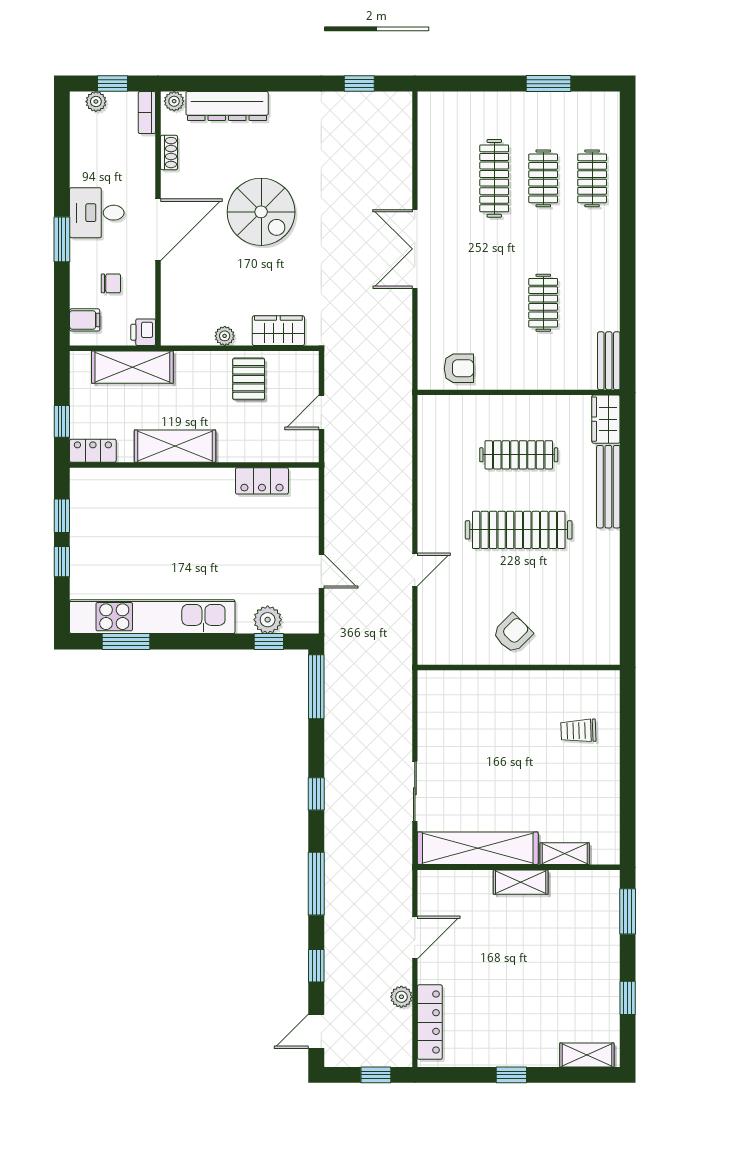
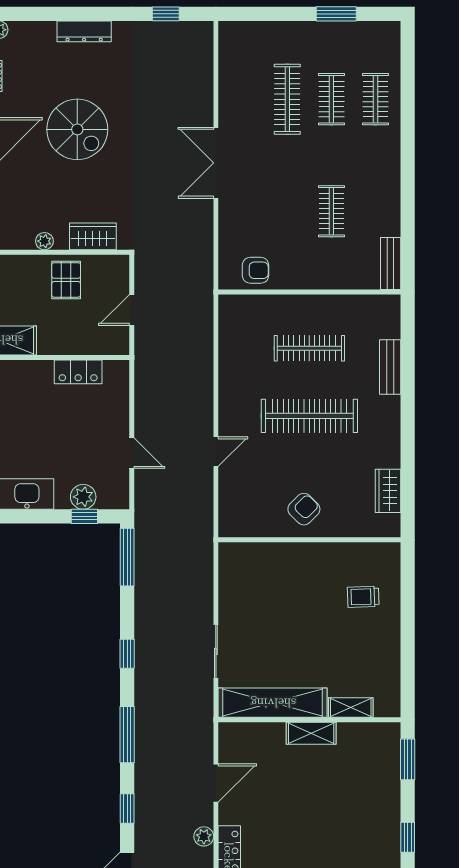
dresser: (227, 106) -> (84, 31), moved, width x0.73, depth x0.80
wardrobe: (606, 419) -> (388, 491), moved
bench: (608, 487) -> (390, 367), width x0.73

